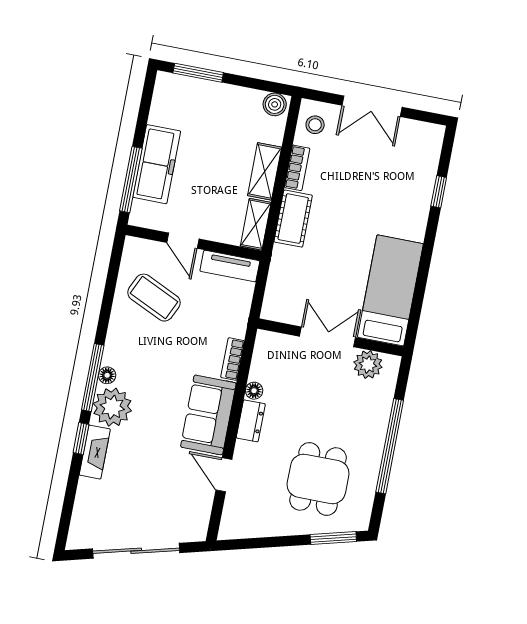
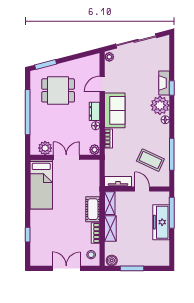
window: (198, 73) -> (132, 268), moved
double door: (328, 337) -> (66, 157), swing flipped
plant: (266, 341) -> (95, 150), added
window: (93, 378) -> (172, 154), moved
door: (224, 475) -> (102, 84), swing flipped
dining table: (318, 479) -> (58, 90), turned 90
plant: (198, 528) -> (109, 57), added

